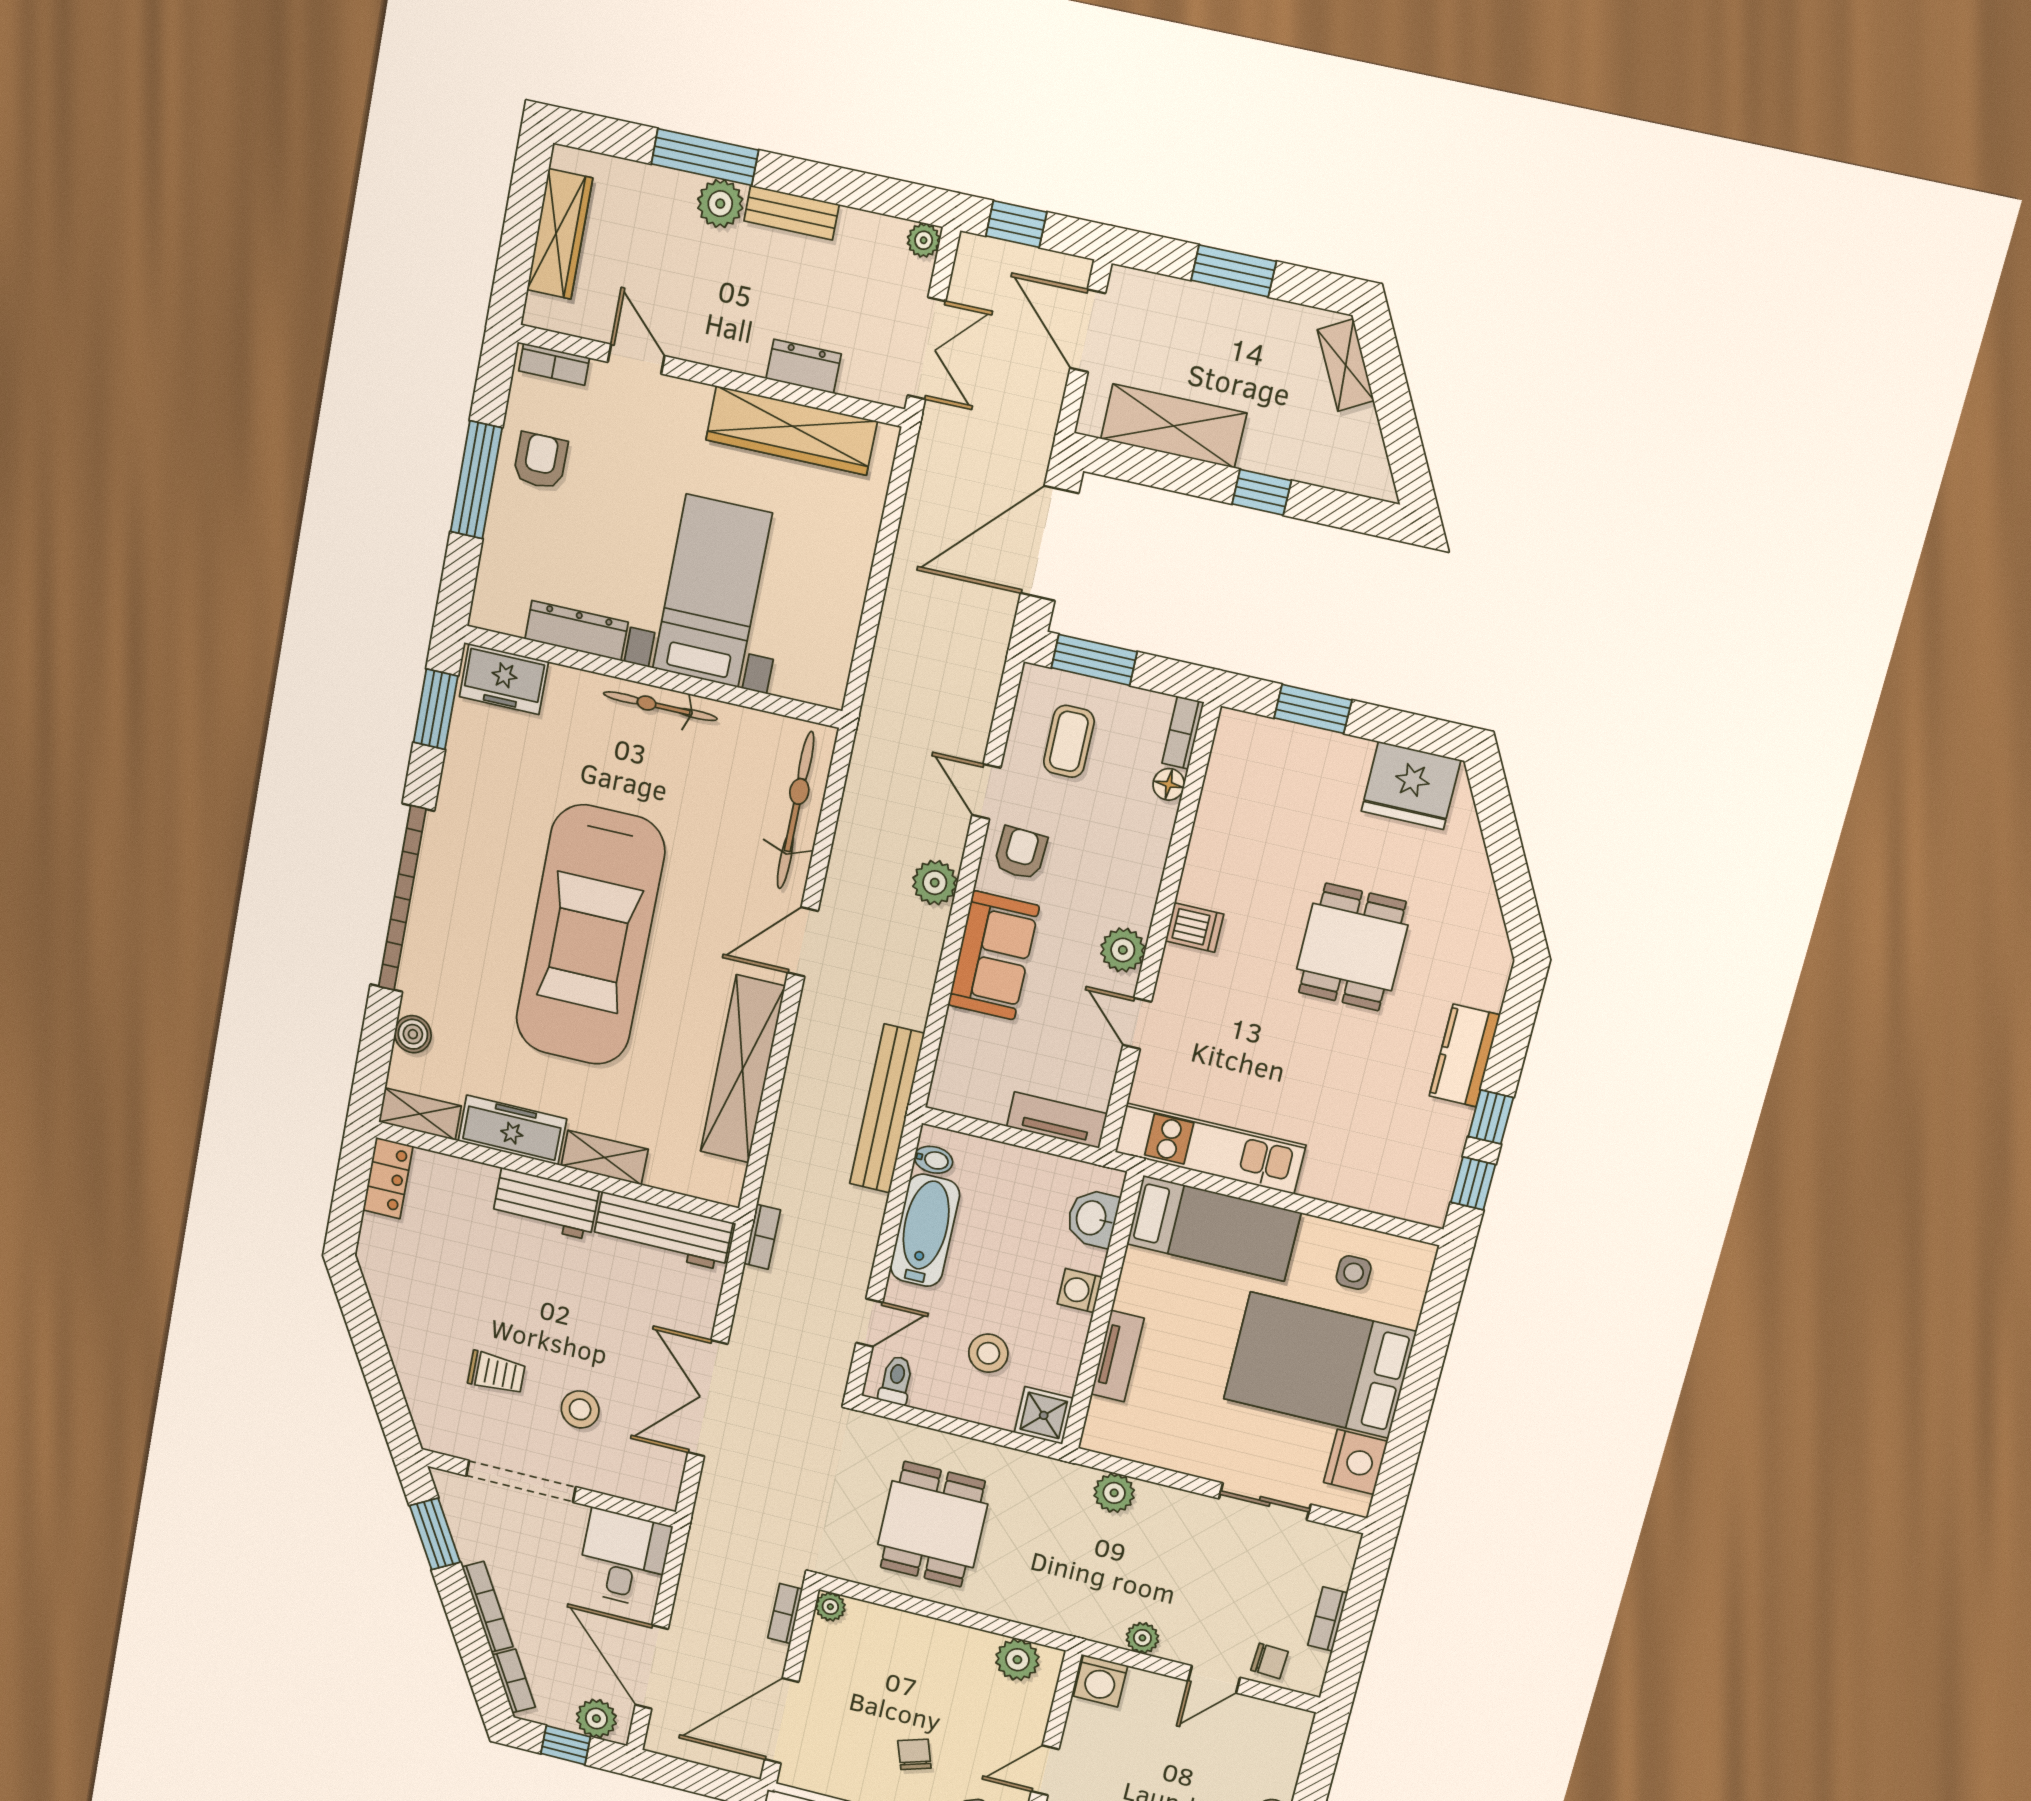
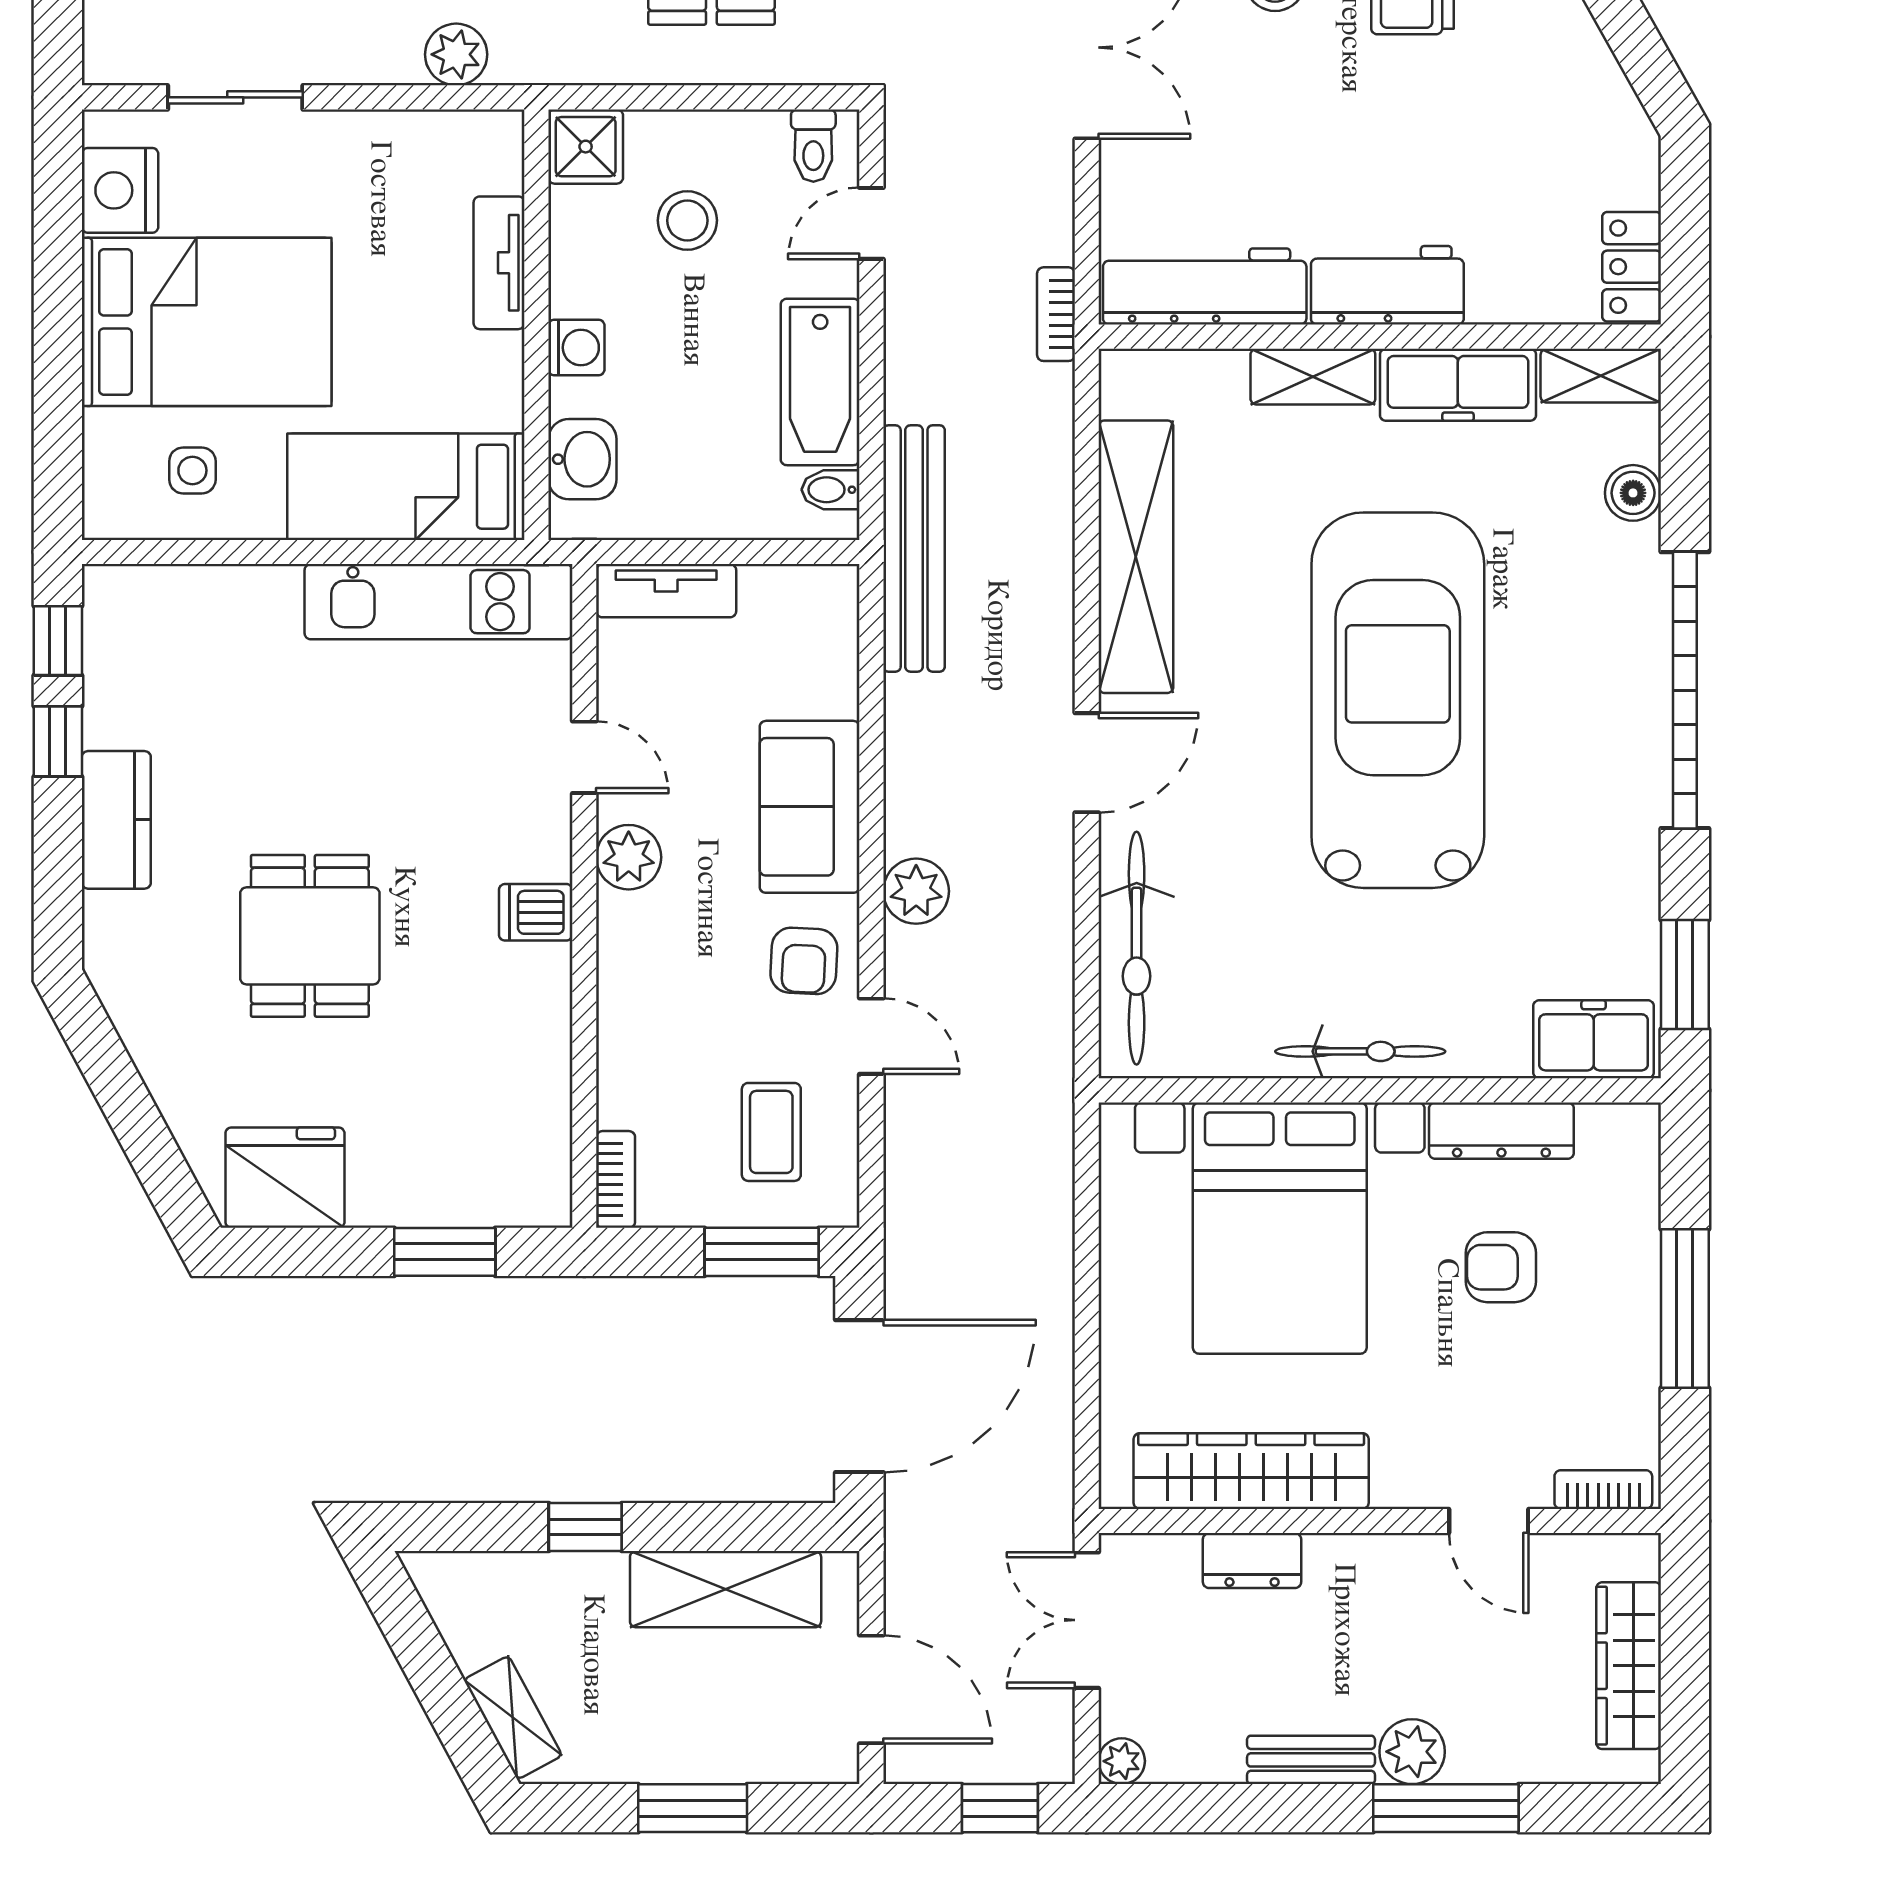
armchair: (540, 461) -> (1501, 1267), moved, turned 90
bed with nightstands: (712, 591) -> (1280, 1228), width x1.36
floor lamp: (1169, 784) -> (619, 1104), removed

